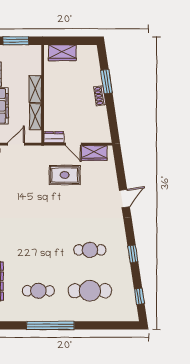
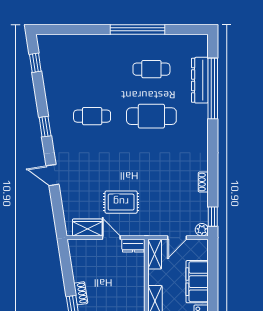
shelving: (35, 117) -> (155, 254), moved
door: (124, 199) -> (53, 175), hinge flipped
window: (133, 254) -> (45, 127), moved
cafe table: (90, 291) -> (151, 116), moved

